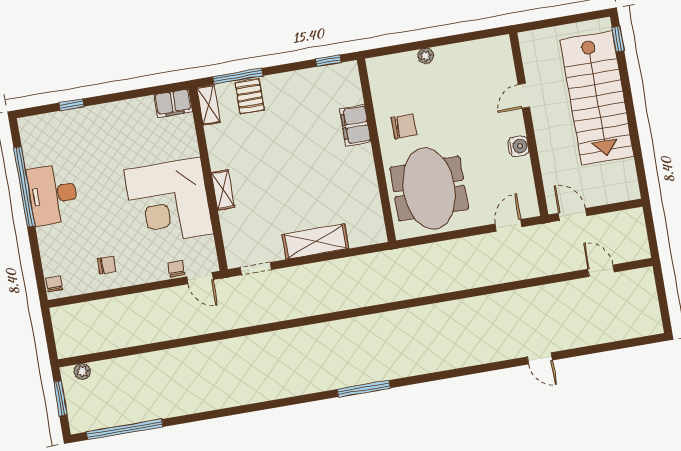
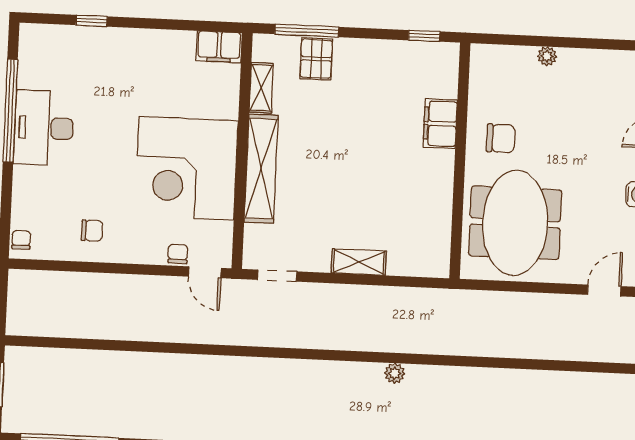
shelving: (208, 105) -> (261, 88), moved
shelving: (223, 190) -> (261, 169), width x2.20, depth x1.33
shelving: (316, 241) -> (359, 262), width x0.67, depth x0.75
plant: (82, 371) -> (395, 373), moved

